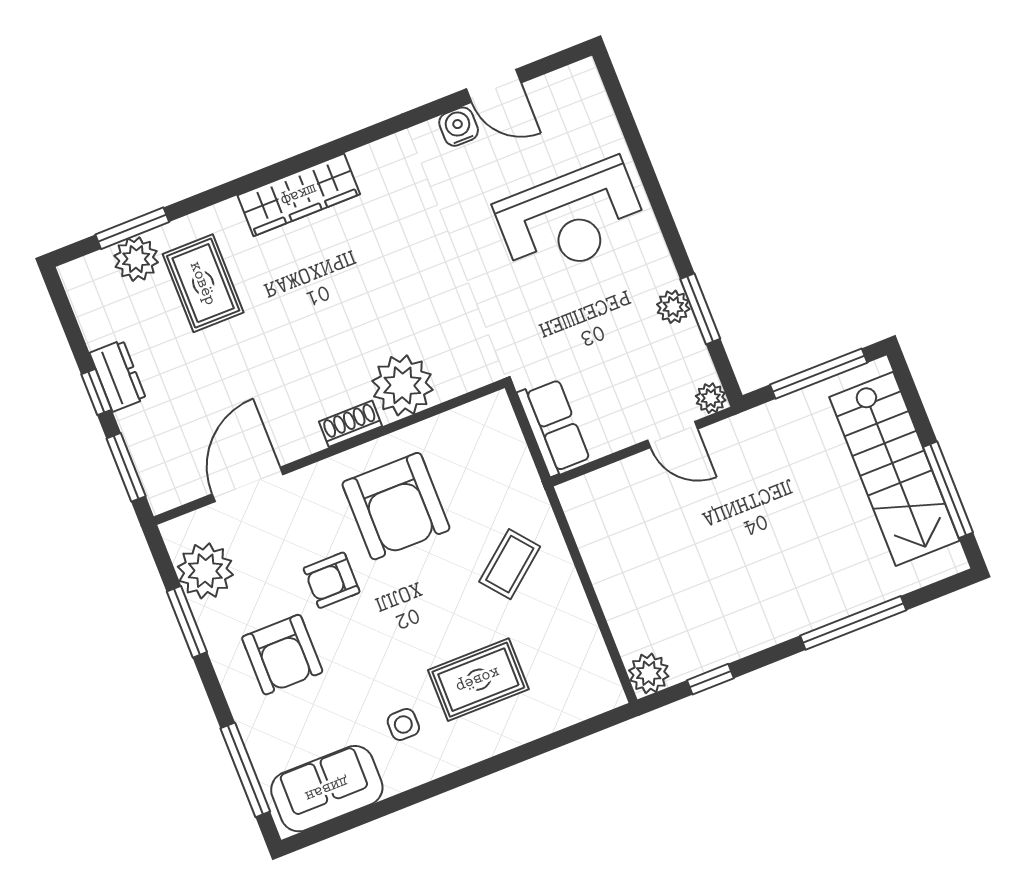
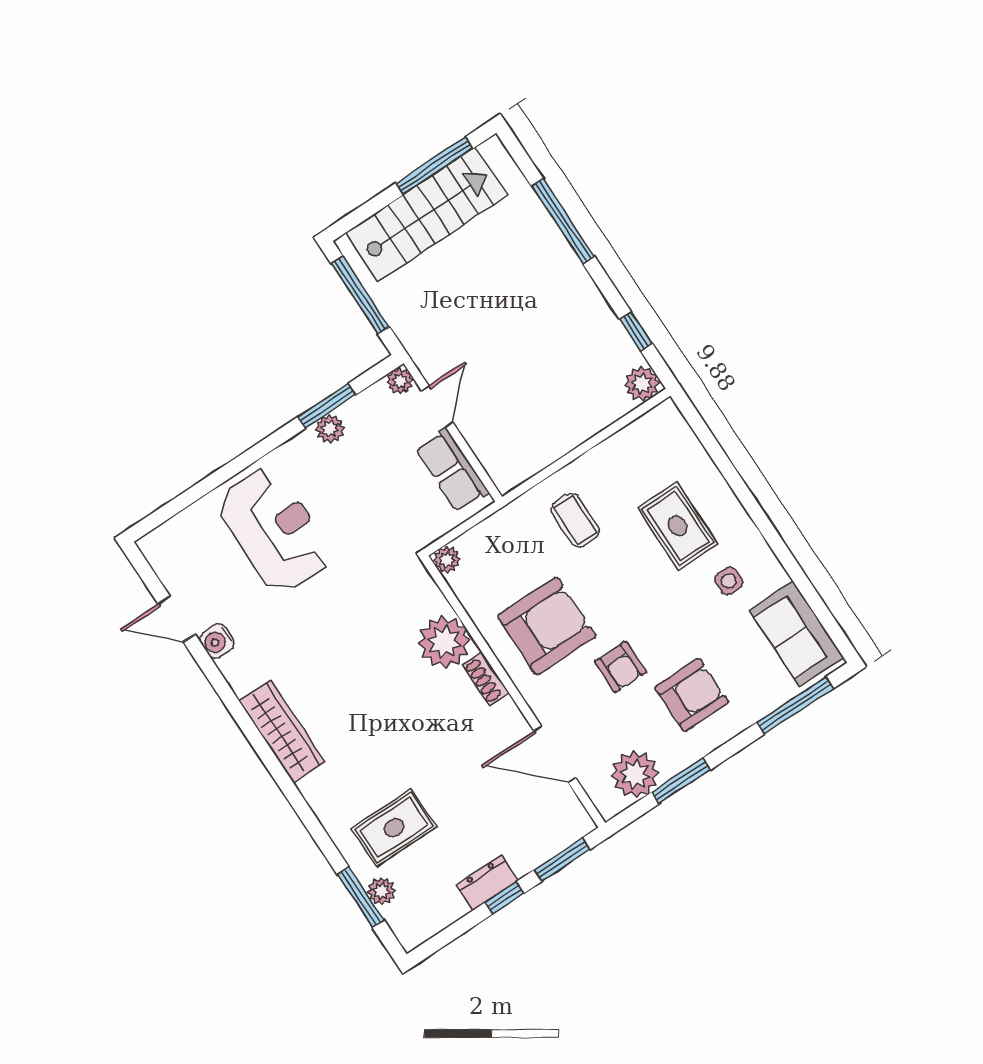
door: (494, 86) -> (177, 619), swing flipped
wardrobe: (299, 195) -> (282, 731), moved
plant: (136, 259) -> (381, 891), width x0.73, depth x0.73
plant: (496, 408) -> (447, 560), added
row of seats: (554, 427) -> (452, 470), moved, turned -90
coffee table: (510, 564) -> (575, 520), turned 39

